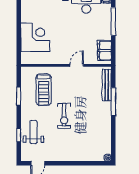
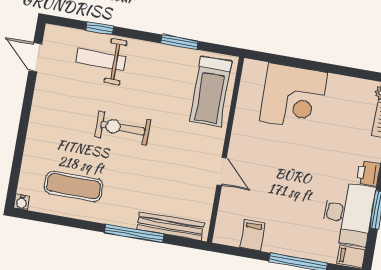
filing cabinet: (104, 50) -> (252, 235), width x0.50
treadmill: (44, 90) -> (211, 91), moved, turned -90
weight bench: (33, 132) -> (101, 59), turned 180
exercise mat: (96, 134) -> (74, 186), added

